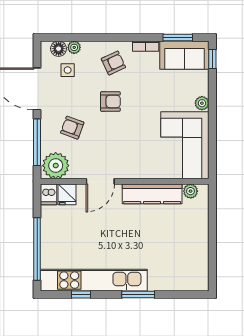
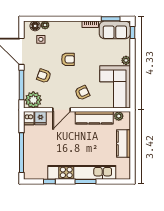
armchair: (113, 63) -> (82, 93), moved
kitchen counter: (198, 234) -> (123, 143), added
kitchen unit: (94, 280) -> (82, 172), moved

